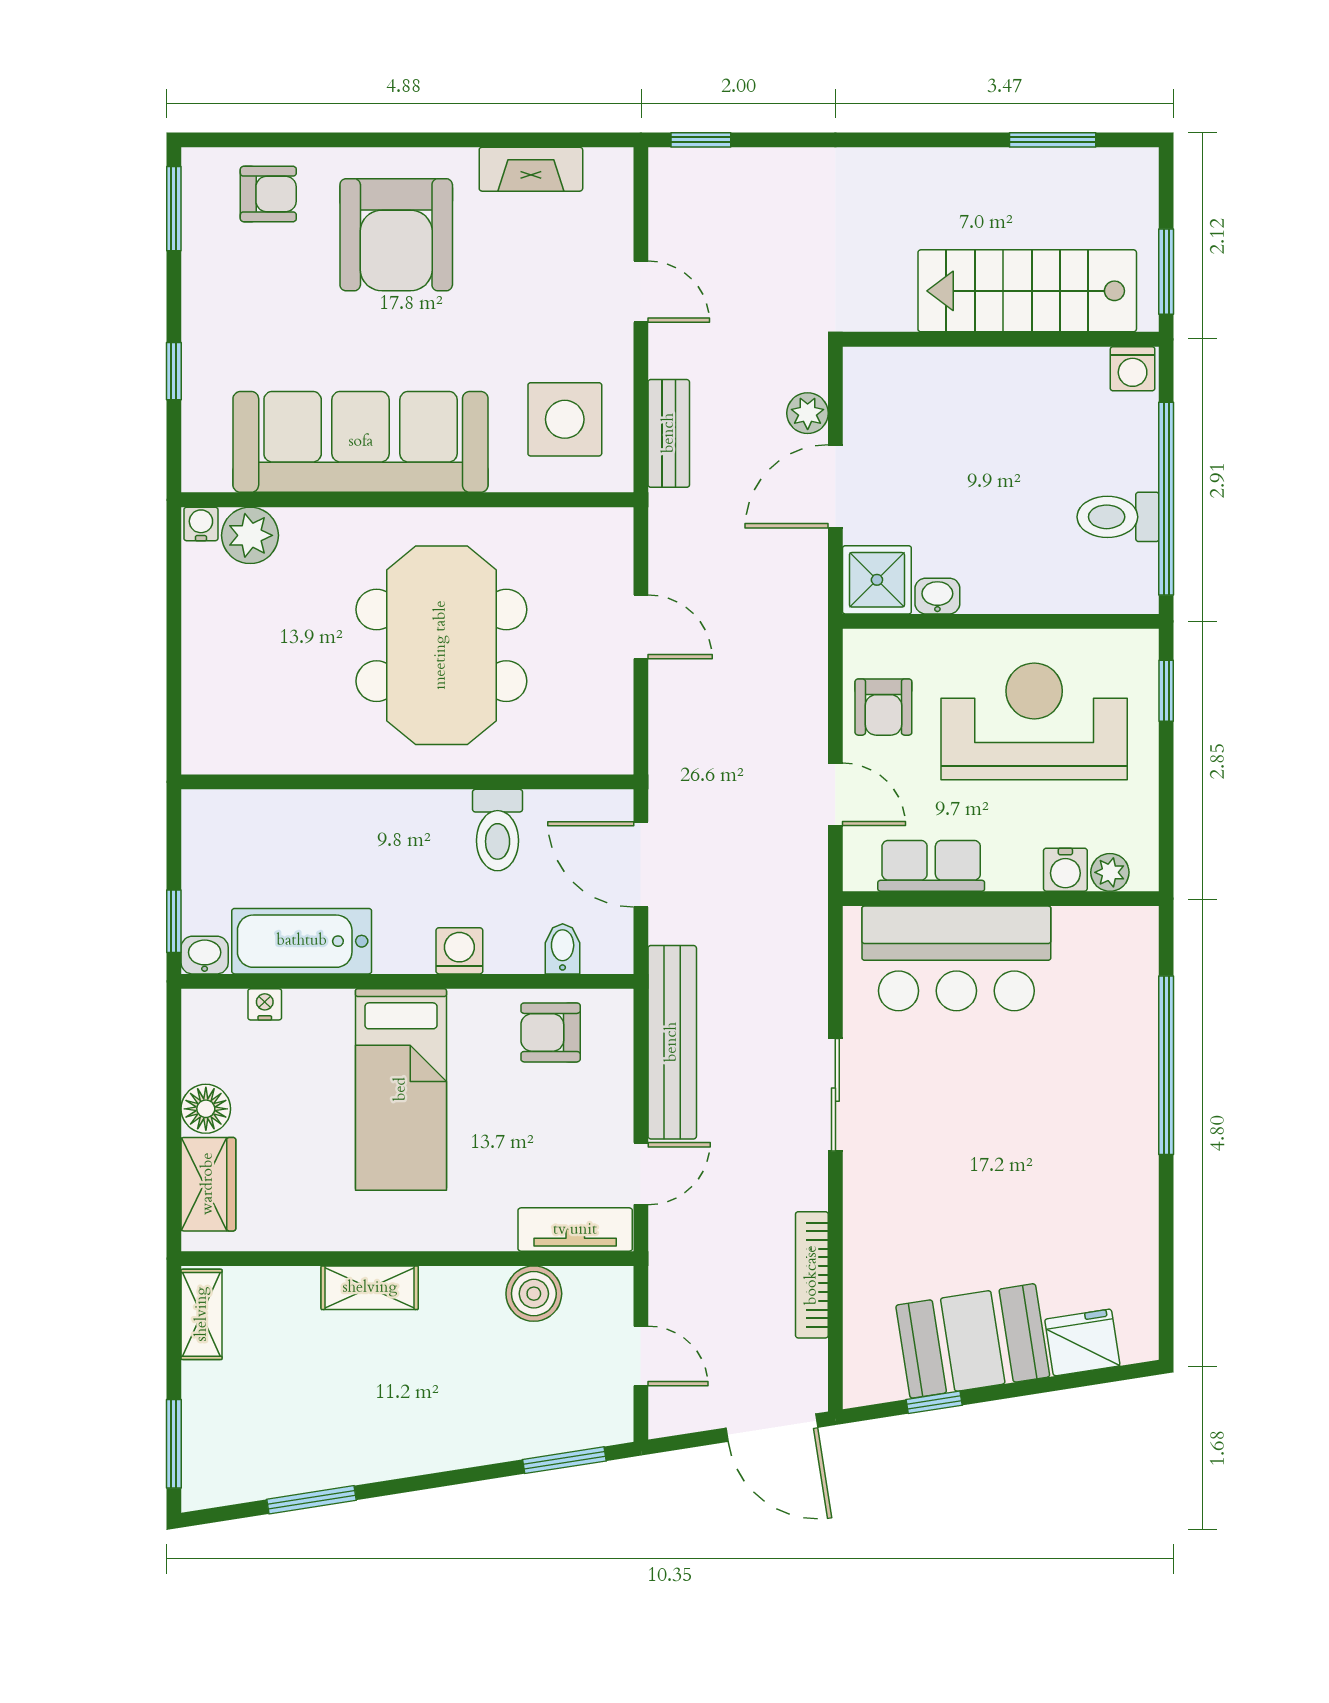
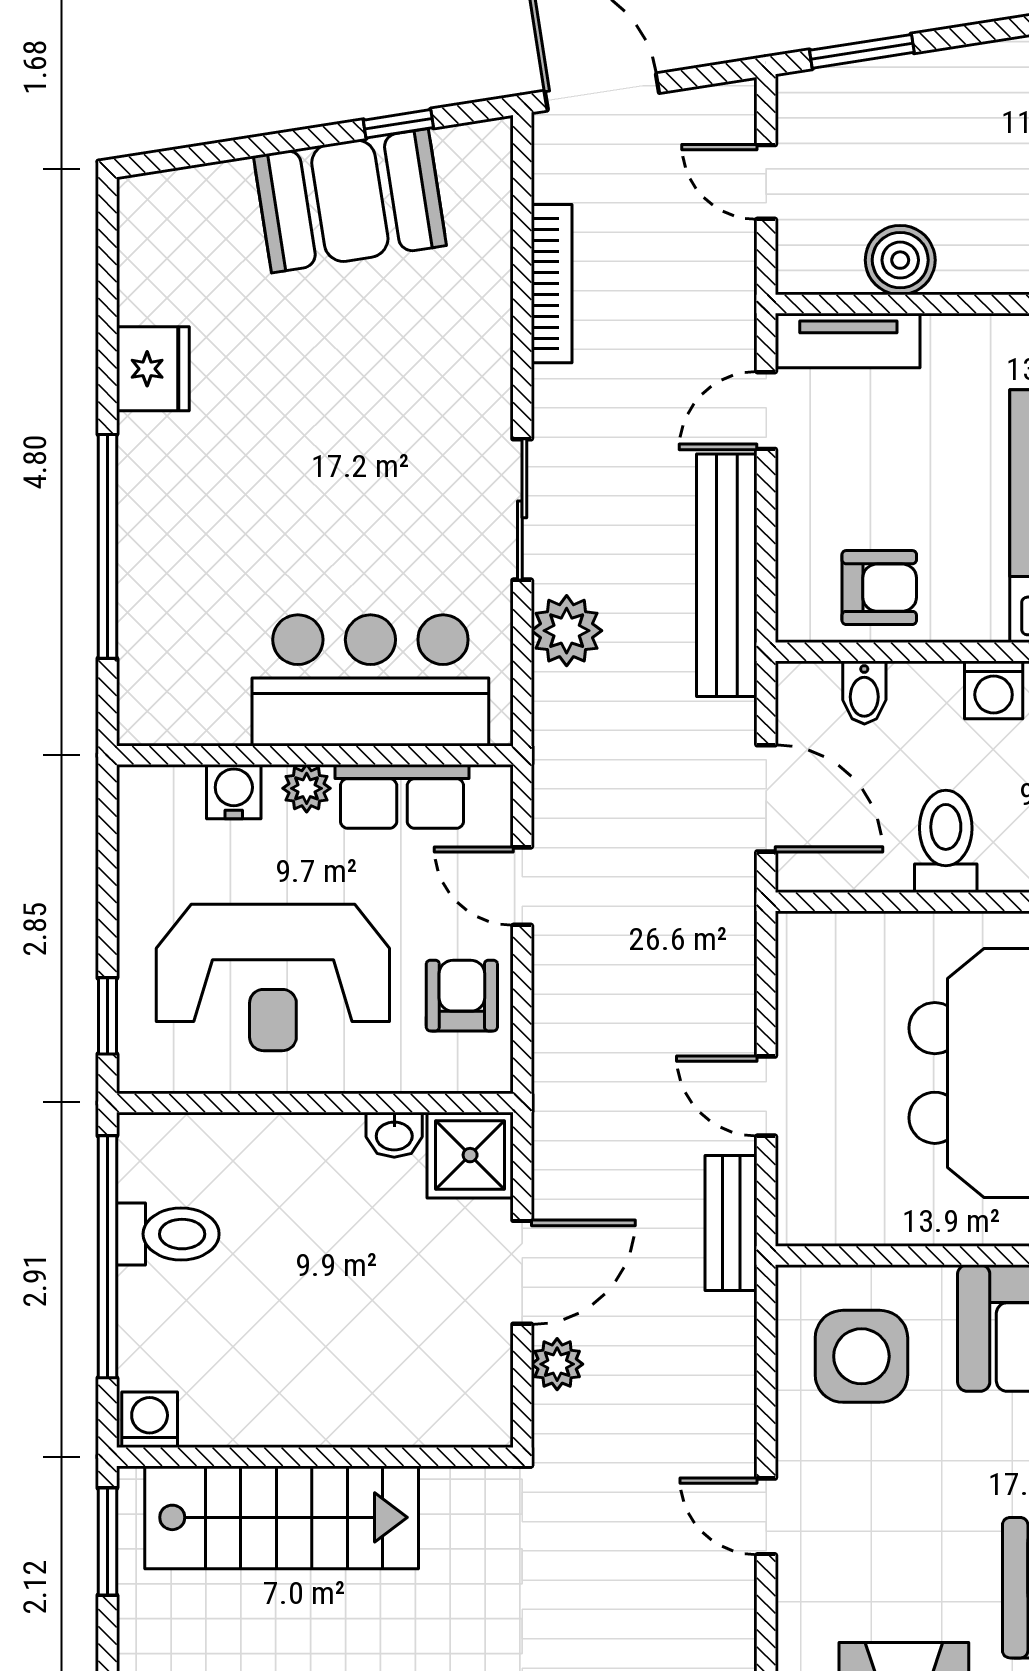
bench: (669, 433) -> (731, 1223), moved
plant: (1110, 872) -> (307, 788), moved
plant: (800, 998) -> (567, 631), added
fridge: (1082, 1342) -> (153, 369), moved, turned -81

